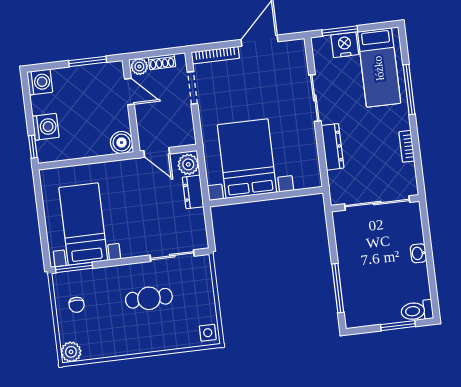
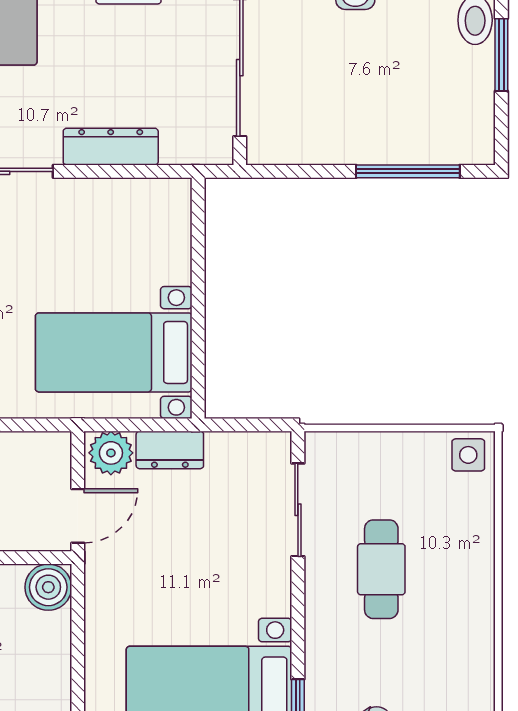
bed with nightstands: (247, 159) -> (114, 352), width x0.73

